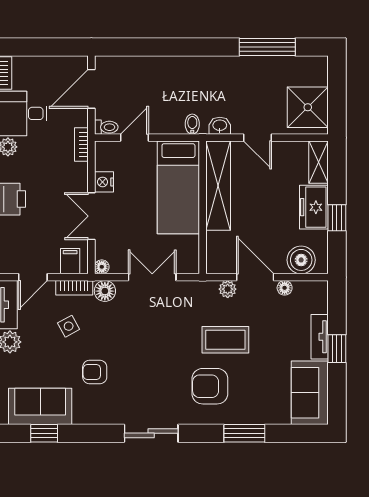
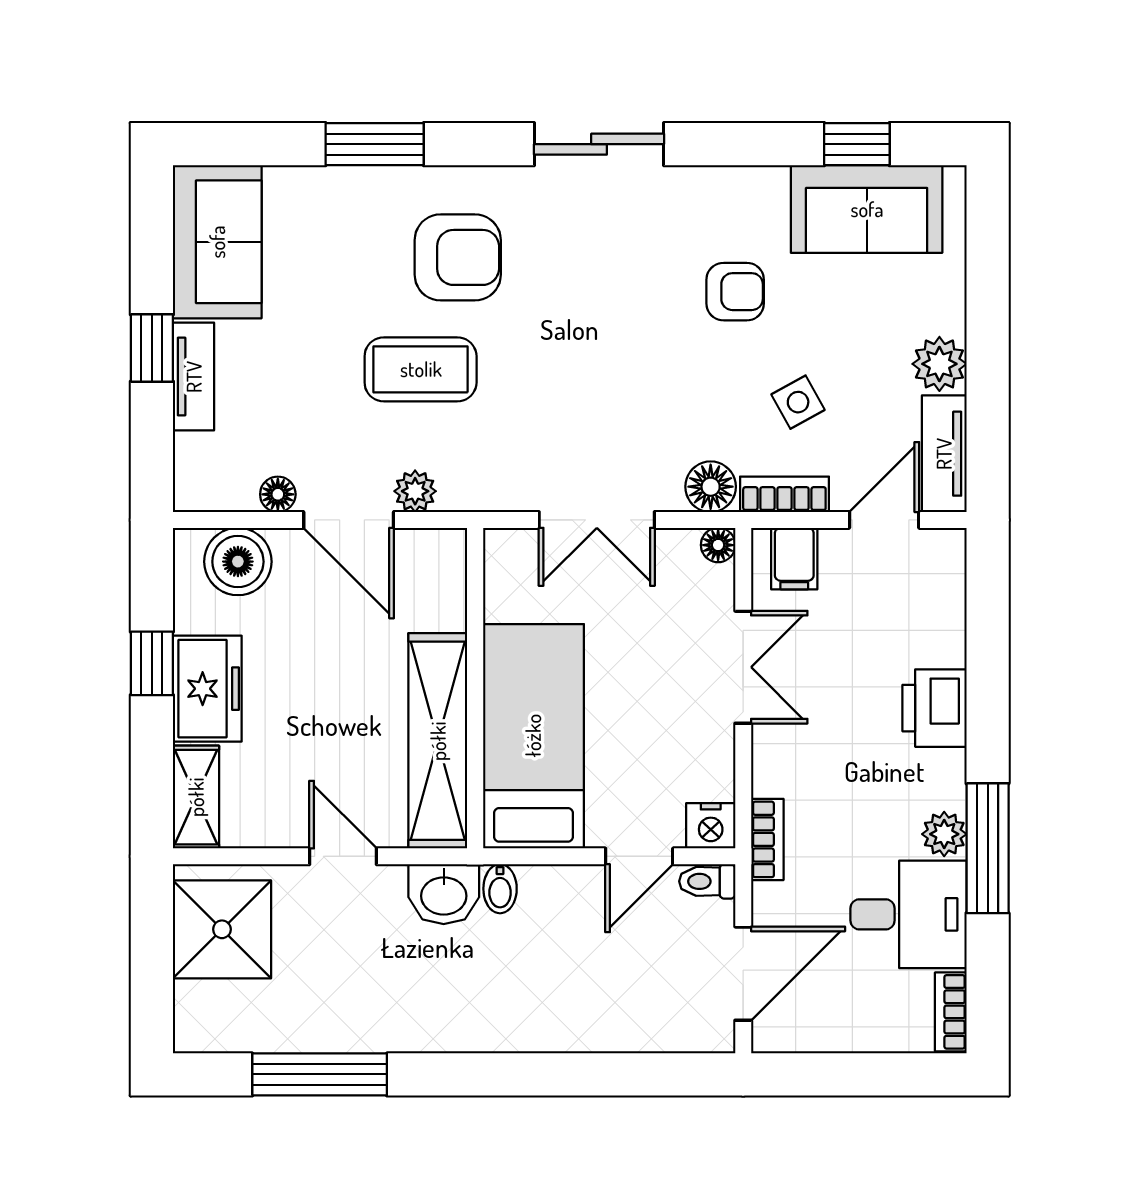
washbasin: (220, 126) -> (444, 894), width x1.38, depth x1.45
nightstand: (104, 182) -> (711, 826), moved, turned 90

